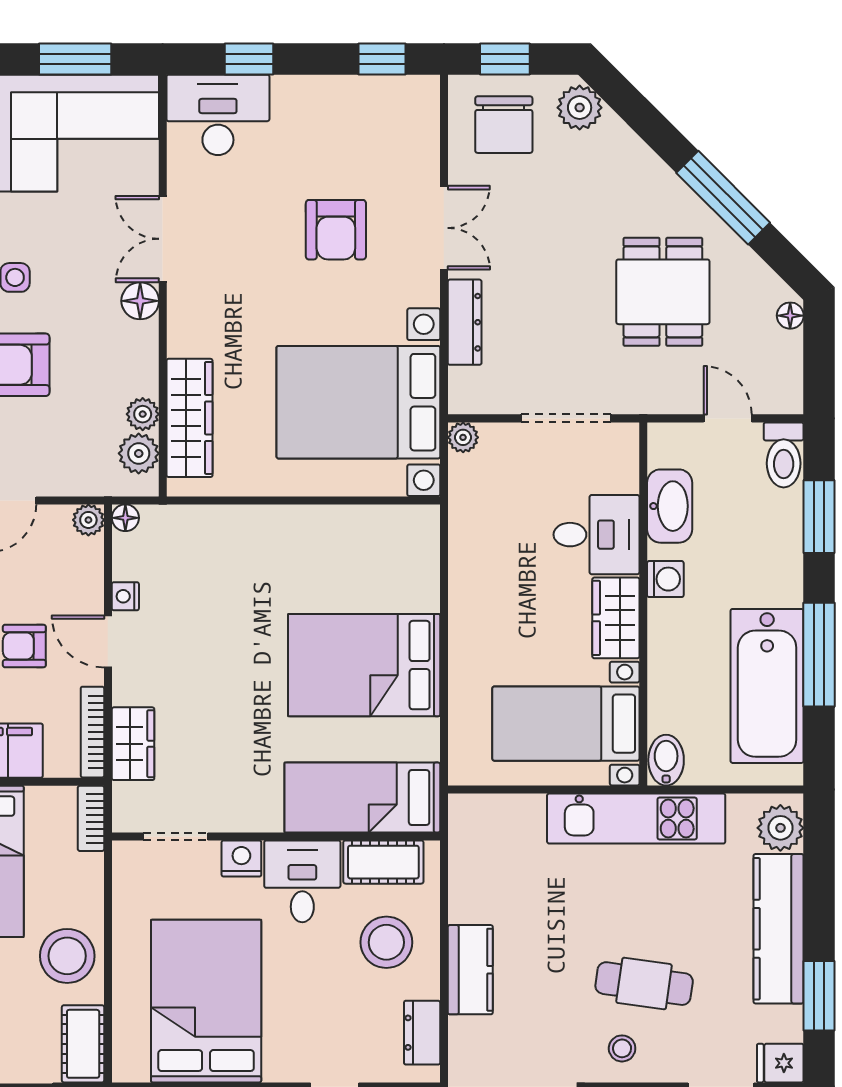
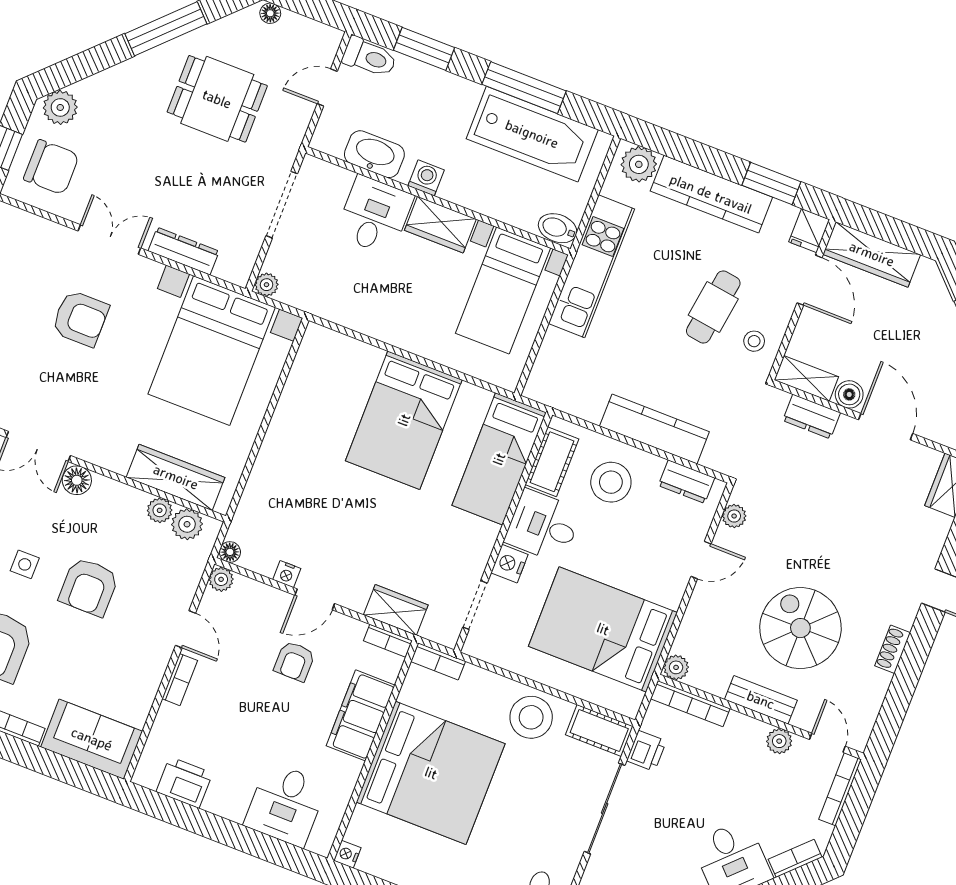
bookcase: (92, 732) -> (388, 641), width x0.64
kitchen counter: (470, 970) -> (654, 429), width x1.50

